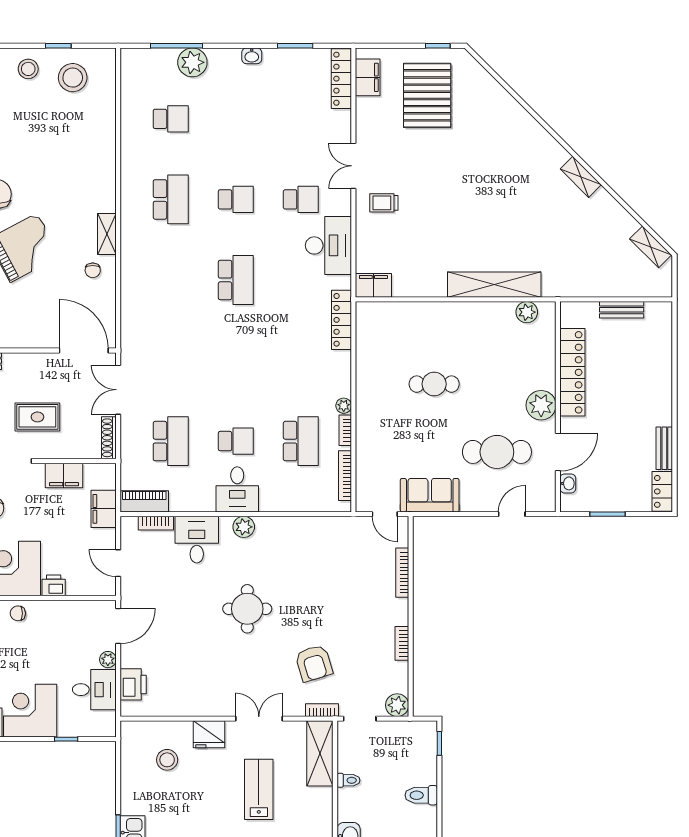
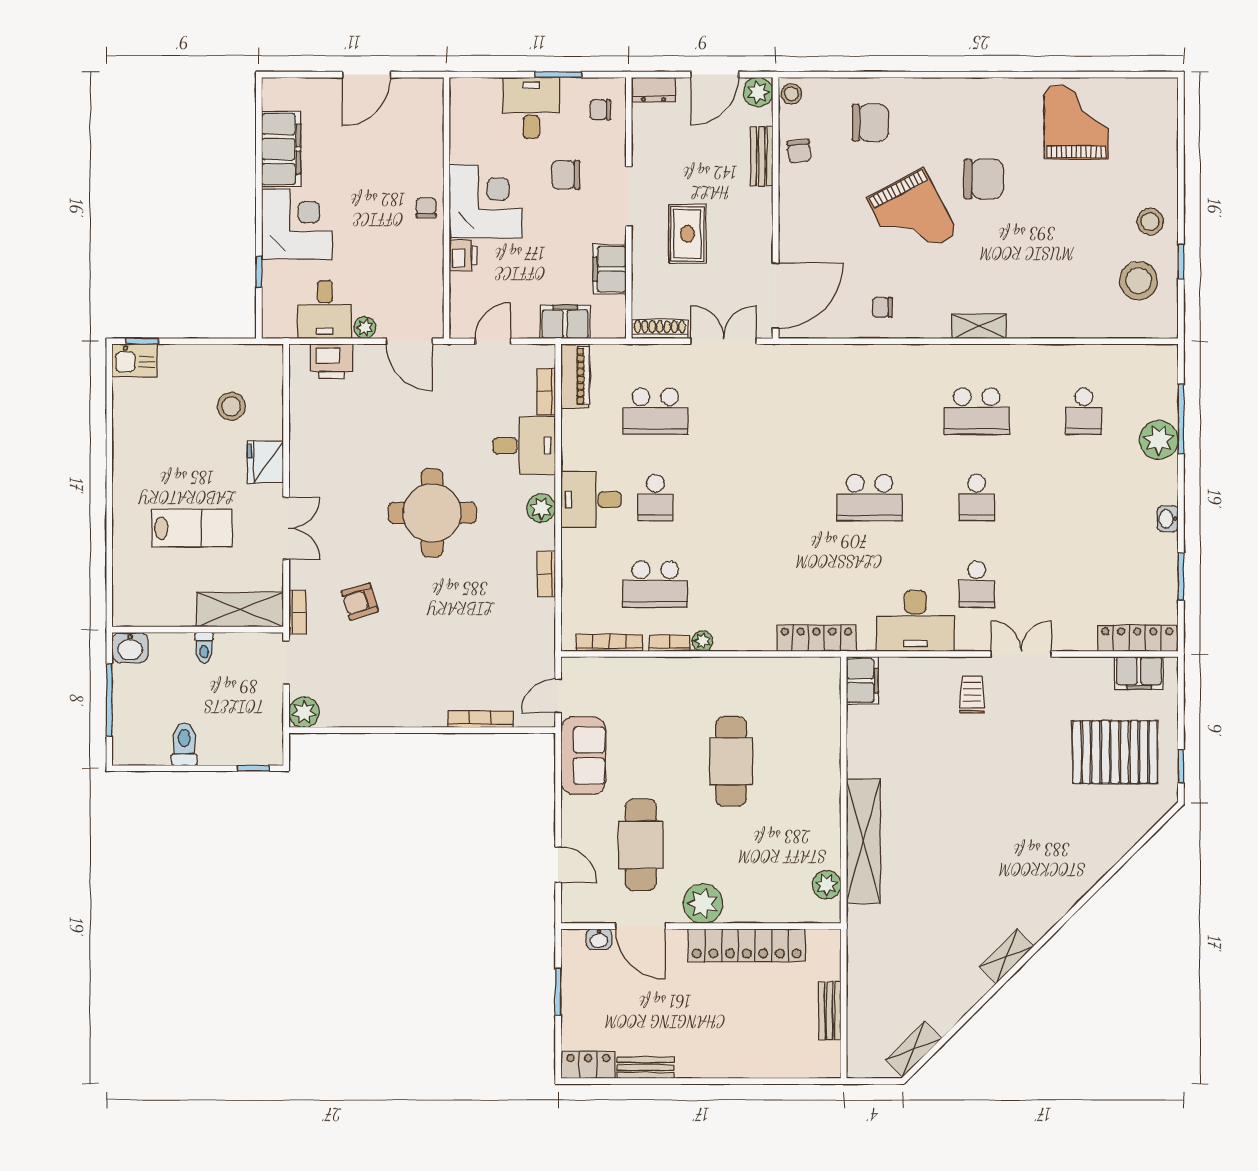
shelving: (107, 234) -> (979, 326), moved
cafe table: (434, 384) -> (731, 761), width x1.37, depth x1.35
round table: (247, 609) -> (432, 513), width x1.36, depth x1.36
bookcase: (402, 643) -> (546, 574), moved, turned -90
armchair: (314, 663) -> (360, 601), width x0.72, depth x0.72

